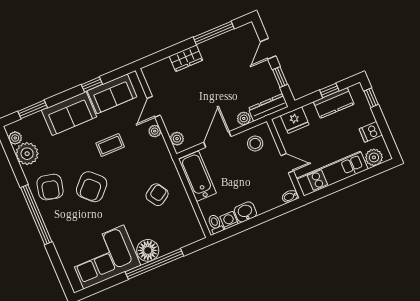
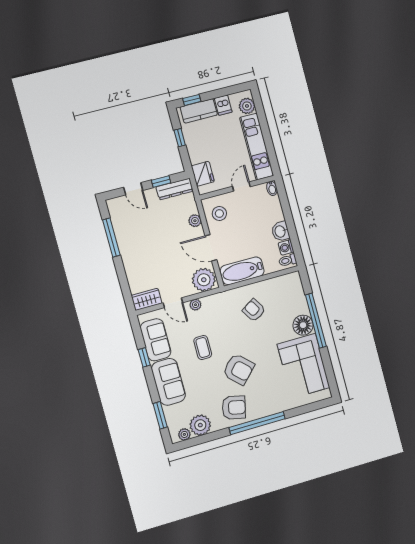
wardrobe: (186, 58) -> (147, 299), moved, turned -90
kitchen counter: (334, 103) -> (199, 111), moved, turned 90
dresser: (268, 107) -> (175, 189), moved, turned -90
plant: (177, 139) -> (204, 280), width x1.88, depth x1.88

